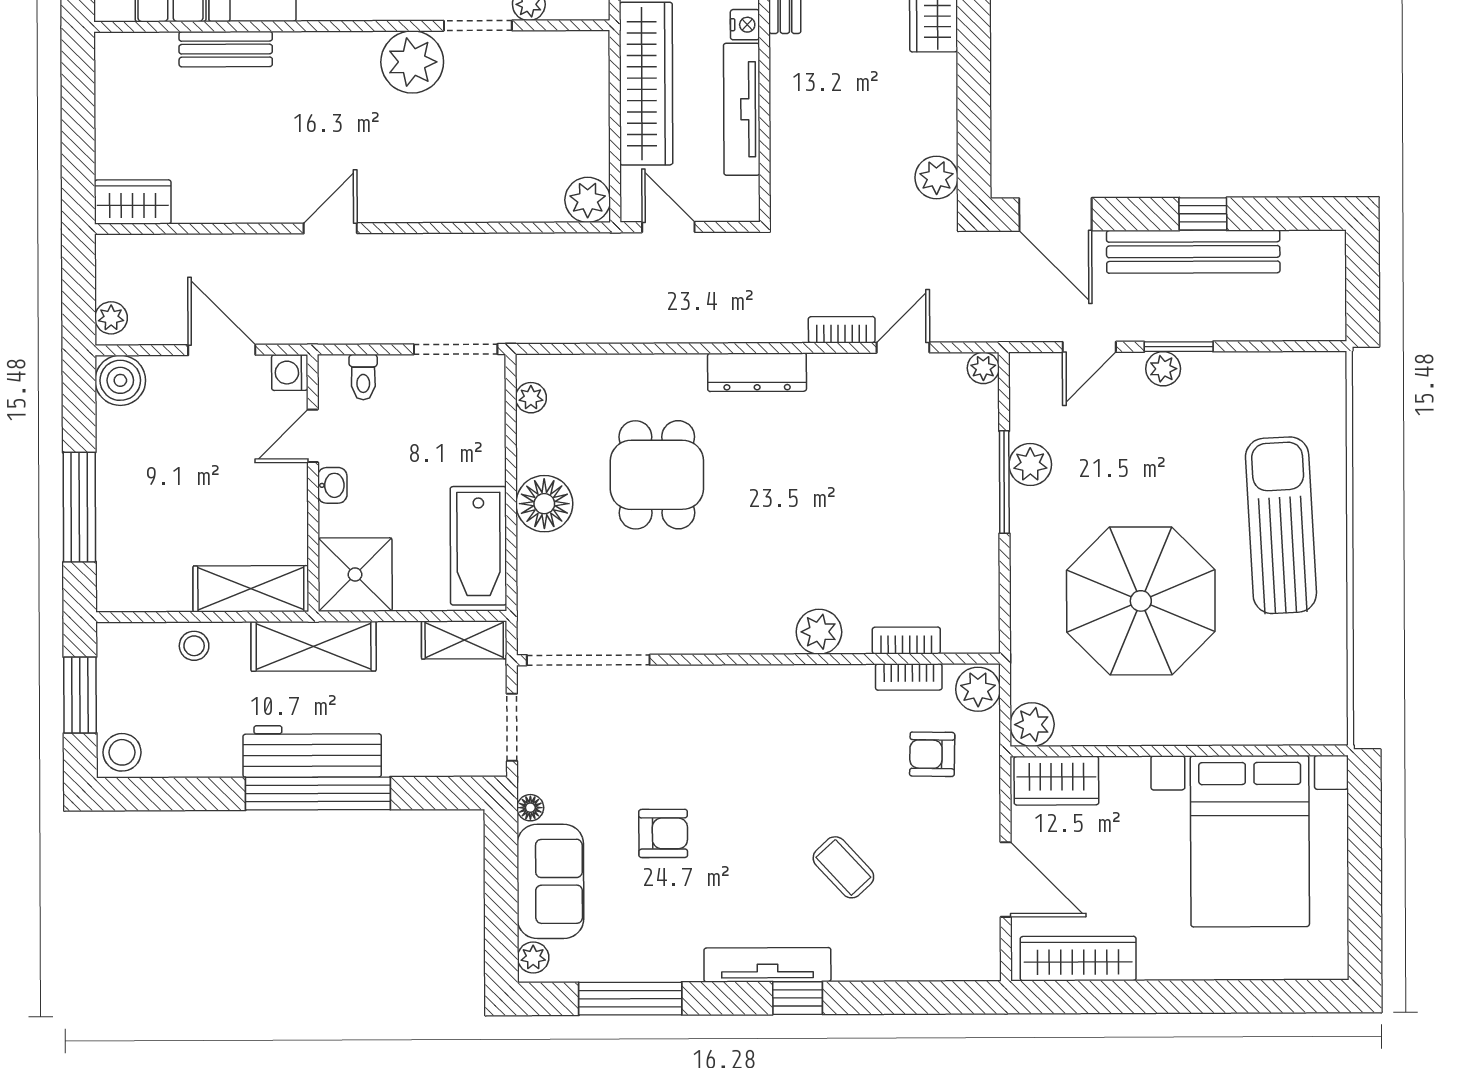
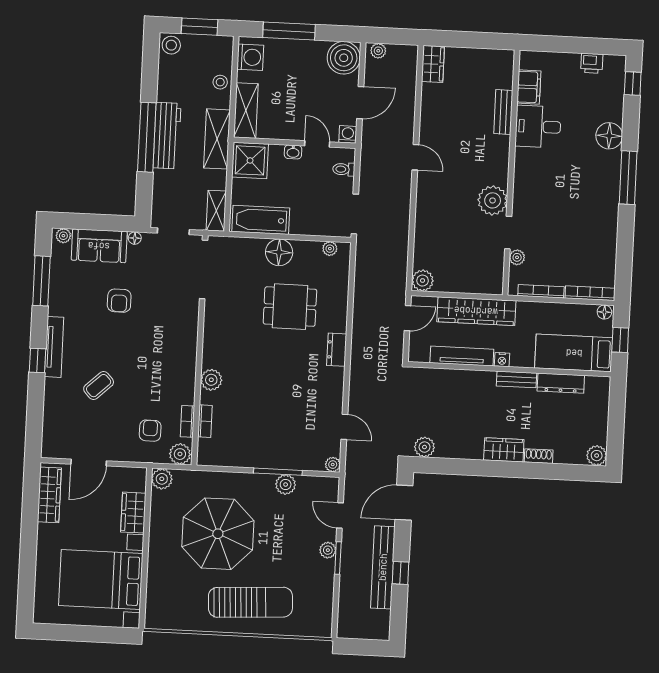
bookcase: (842, 330) -> (354, 398), removed
dresser: (757, 372) -> (337, 350), width x0.70
boiler: (120, 380) -> (344, 58), width x1.37, depth x1.37
washing machine: (139, 585) -> (250, 57), added
wardrobe: (1056, 781) -> (133, 513), moved

